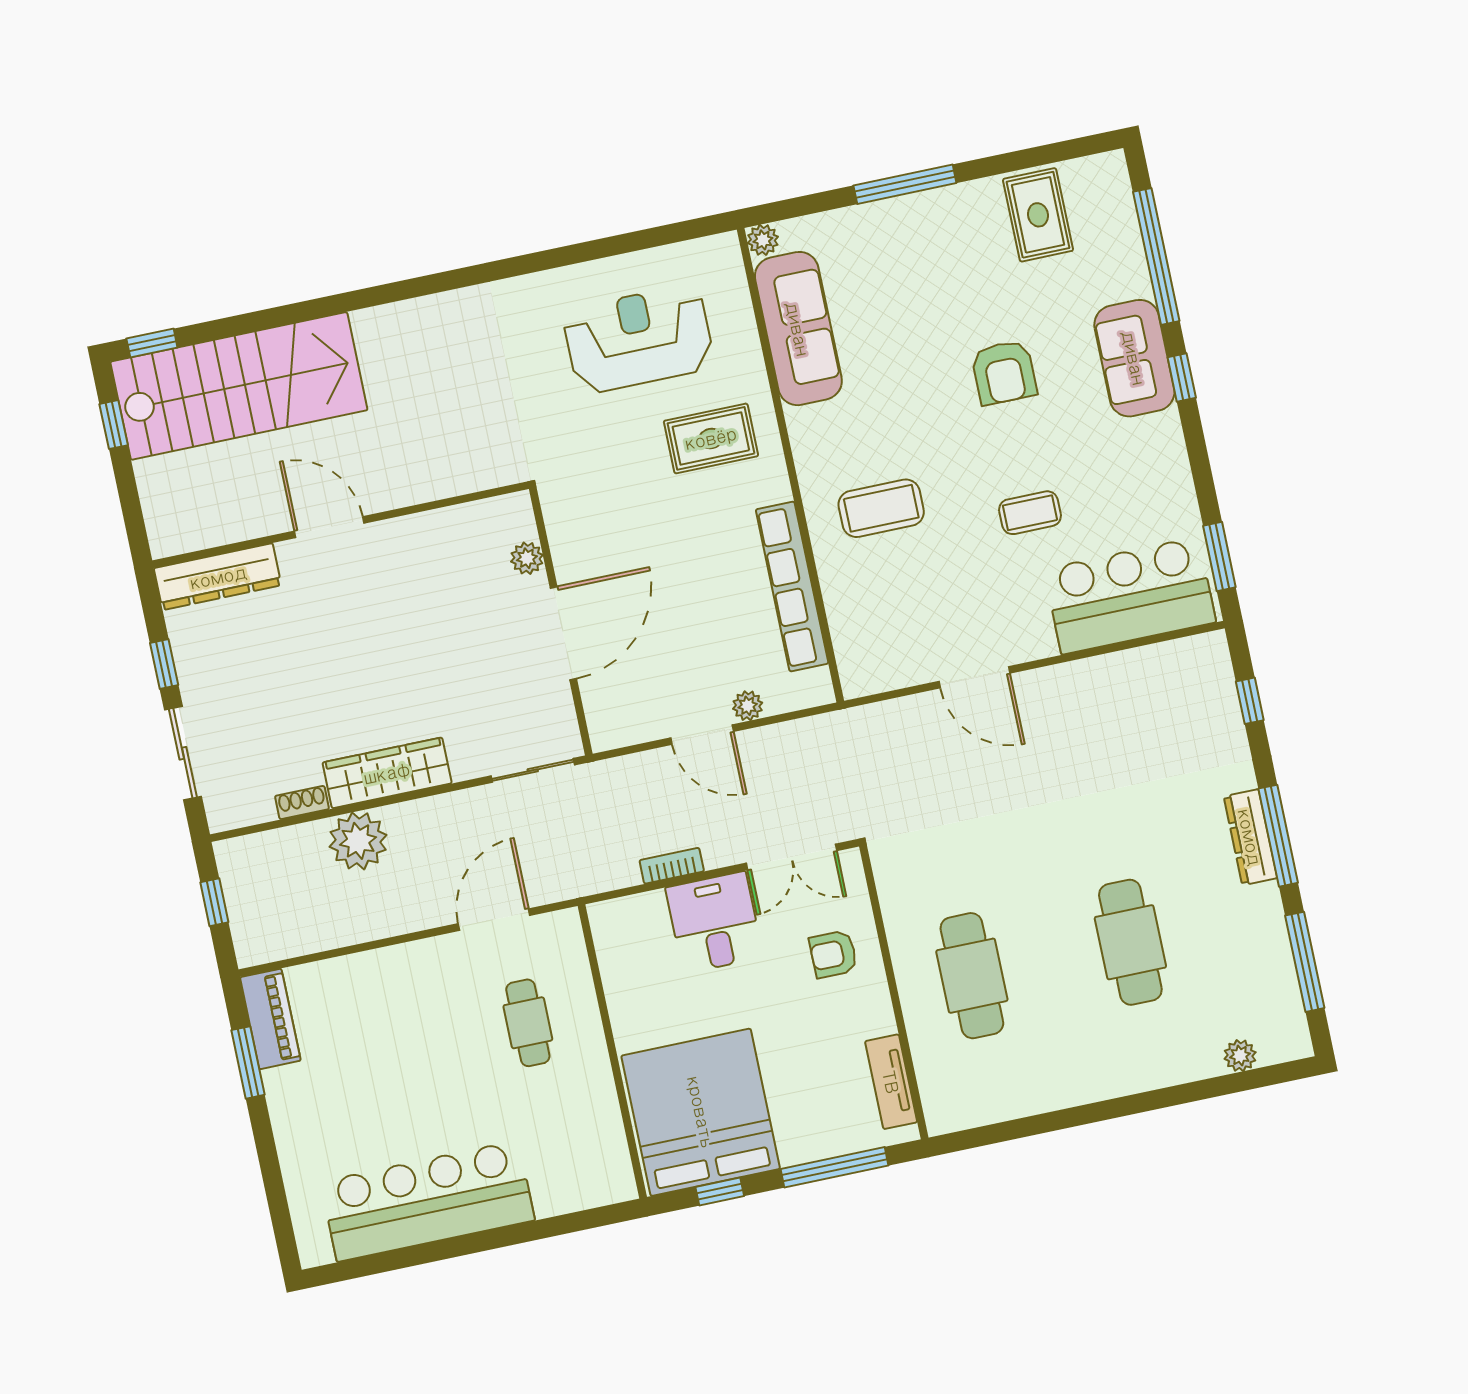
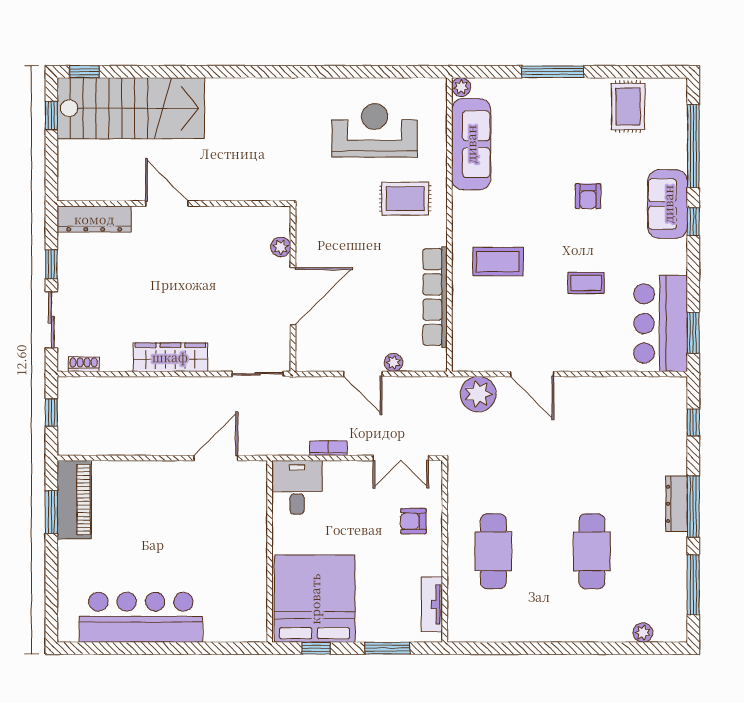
armchair: (1004, 373) -> (588, 196), width x0.72, depth x0.72
bar counter: (1130, 596) -> (661, 323), moved, turned -90
shoe rack: (302, 803) -> (84, 364), moved
plant: (358, 841) -> (478, 394), moved
desk: (714, 922) -> (297, 487), moved
piano: (270, 1019) -> (74, 500), width x1.37, depth x1.33
cafe table: (528, 1023) -> (223, 524), removed
window: (834, 1167) -> (387, 648), width x0.69

